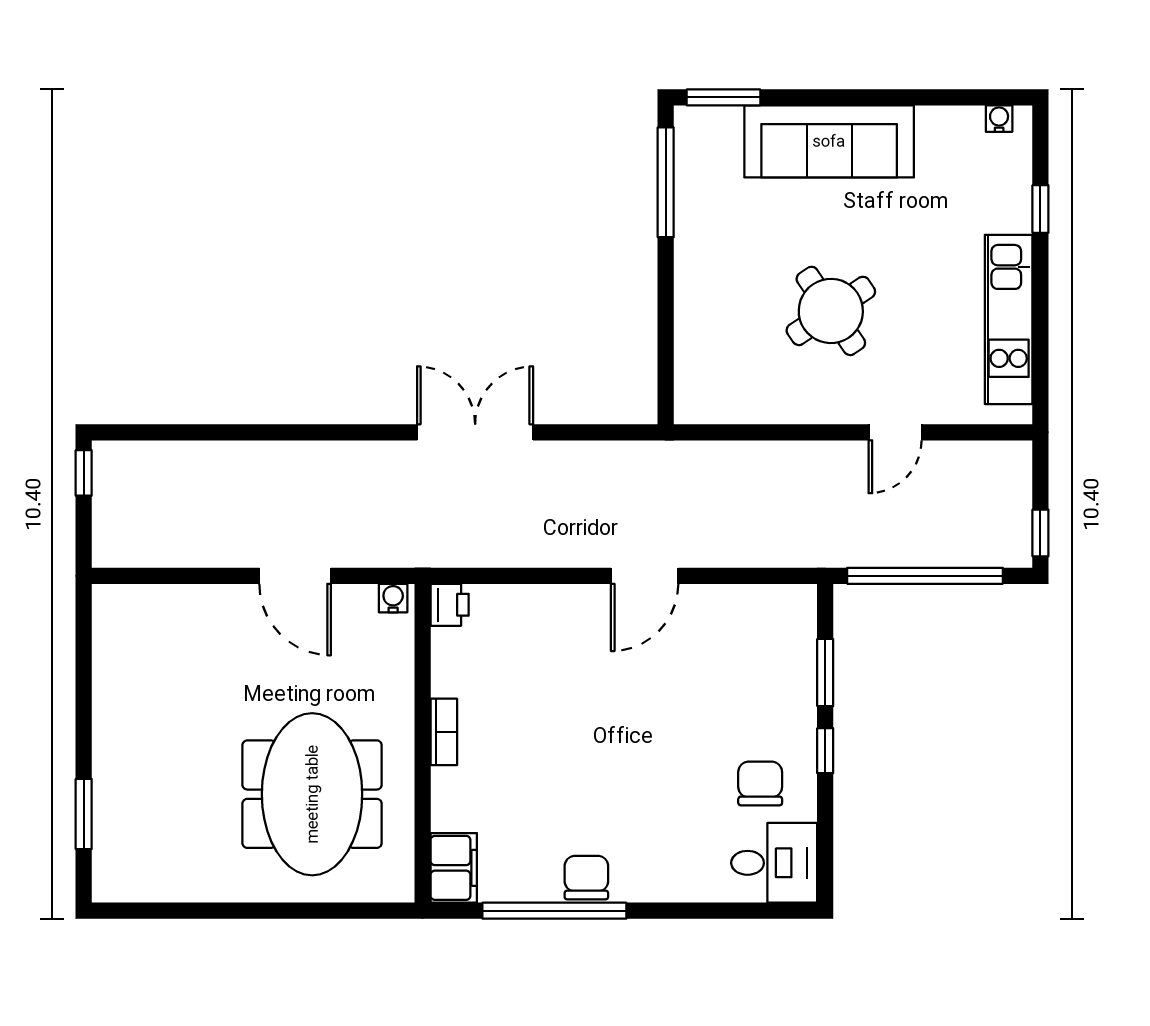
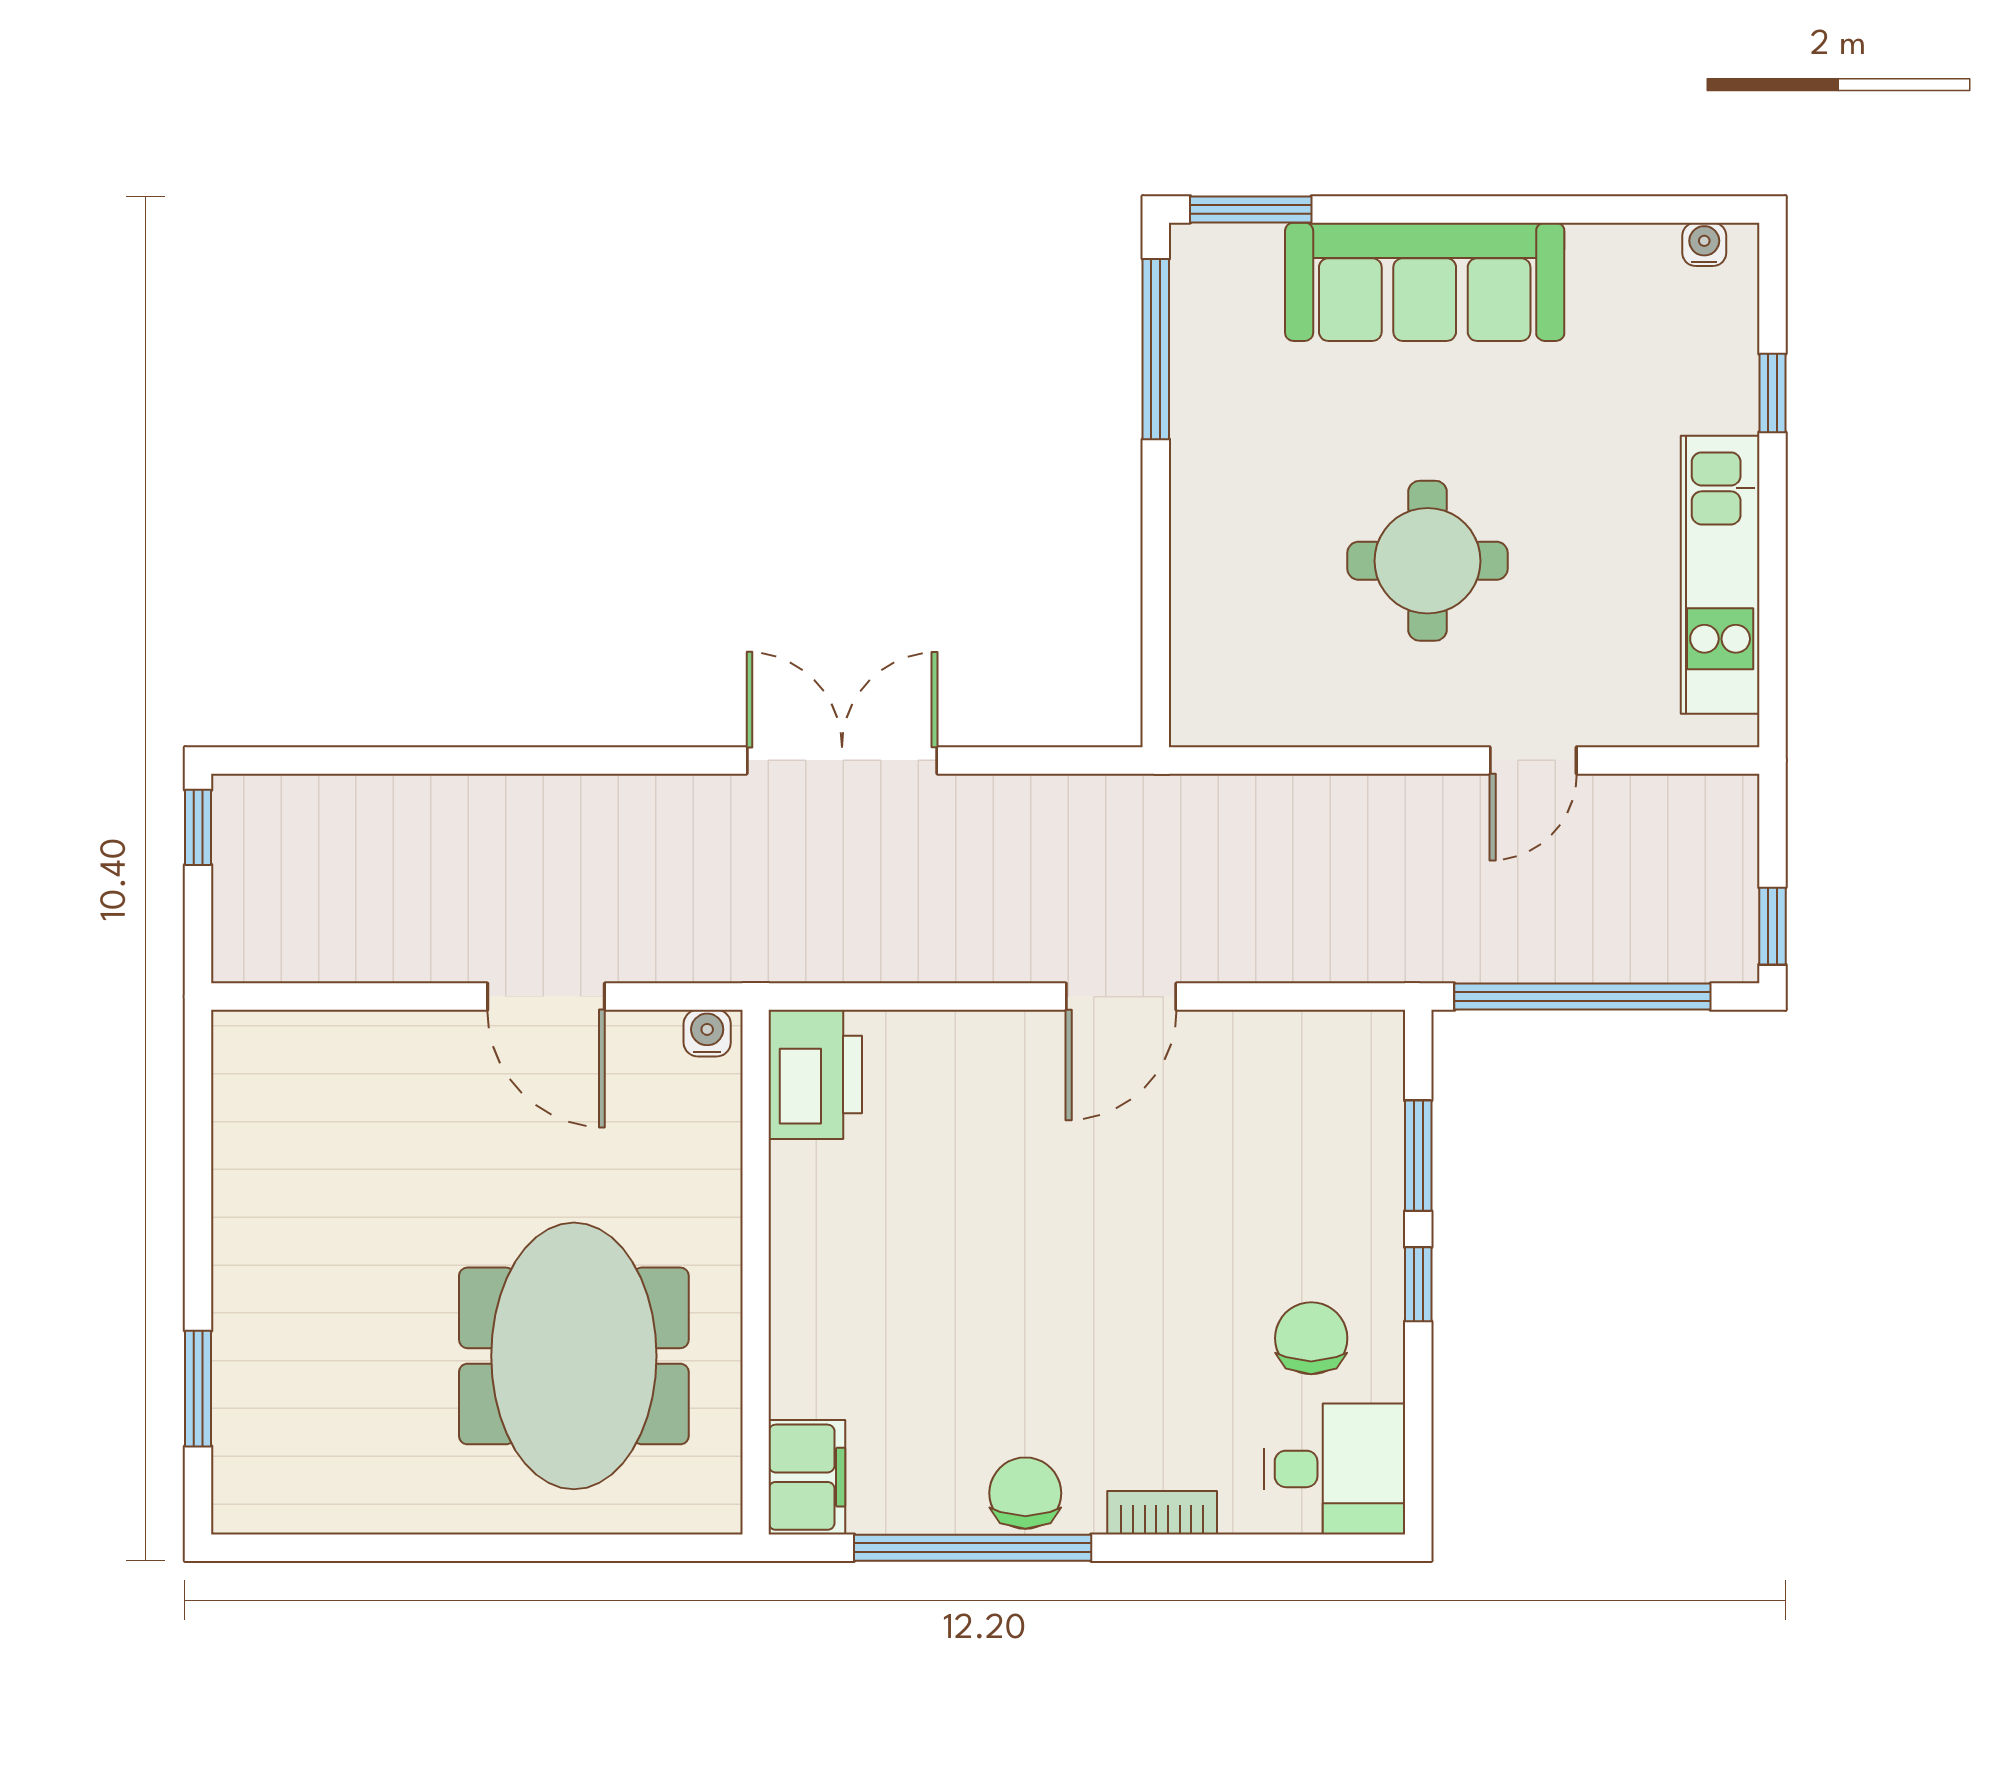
round table: (831, 311) -> (1428, 561), turned 34
printer: (450, 605) -> (815, 1074), width x1.87, depth x1.48
bookcase: (444, 732) -> (1162, 1513), moved, turned -90

